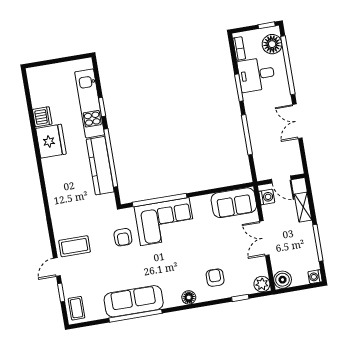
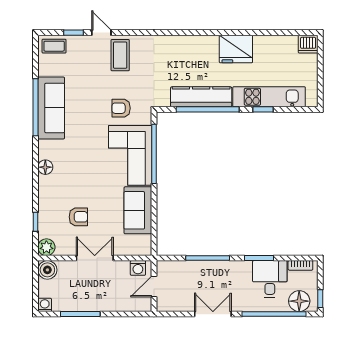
dishwasher: (42, 117) -> (308, 44), moved
sofa: (234, 203) -> (138, 210), moved
shelving: (303, 207) -> (121, 305), removed
armchair: (215, 278) -> (78, 217), moved

